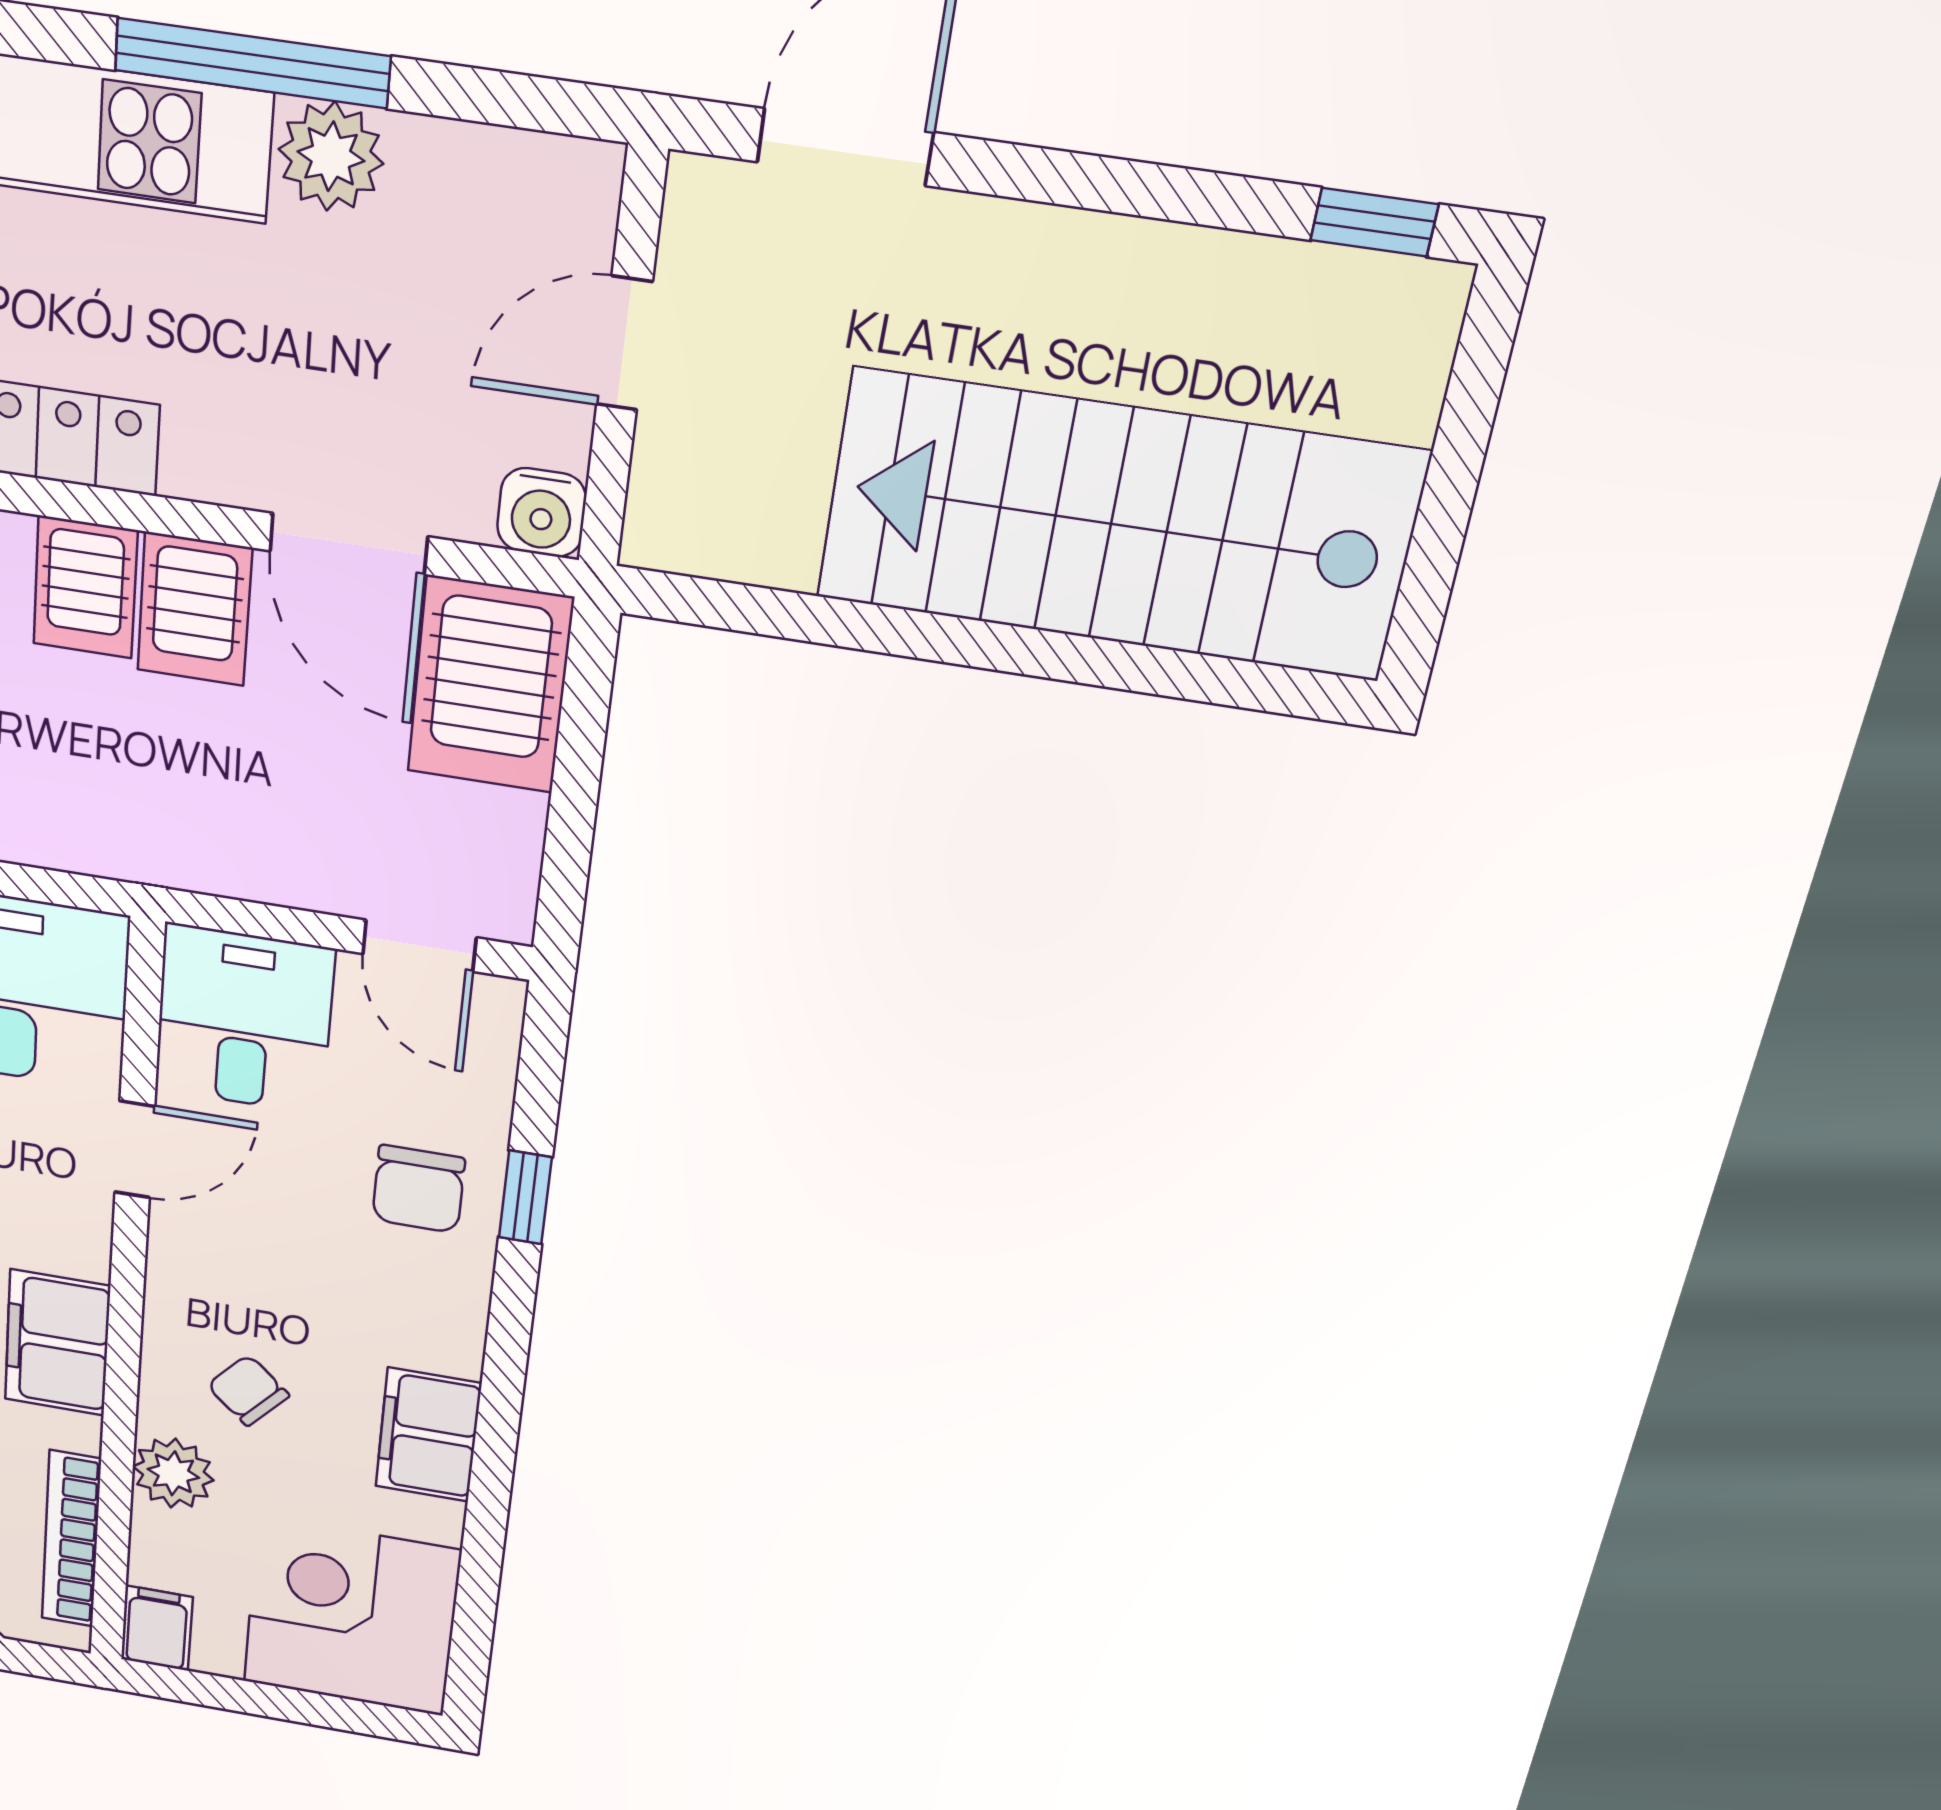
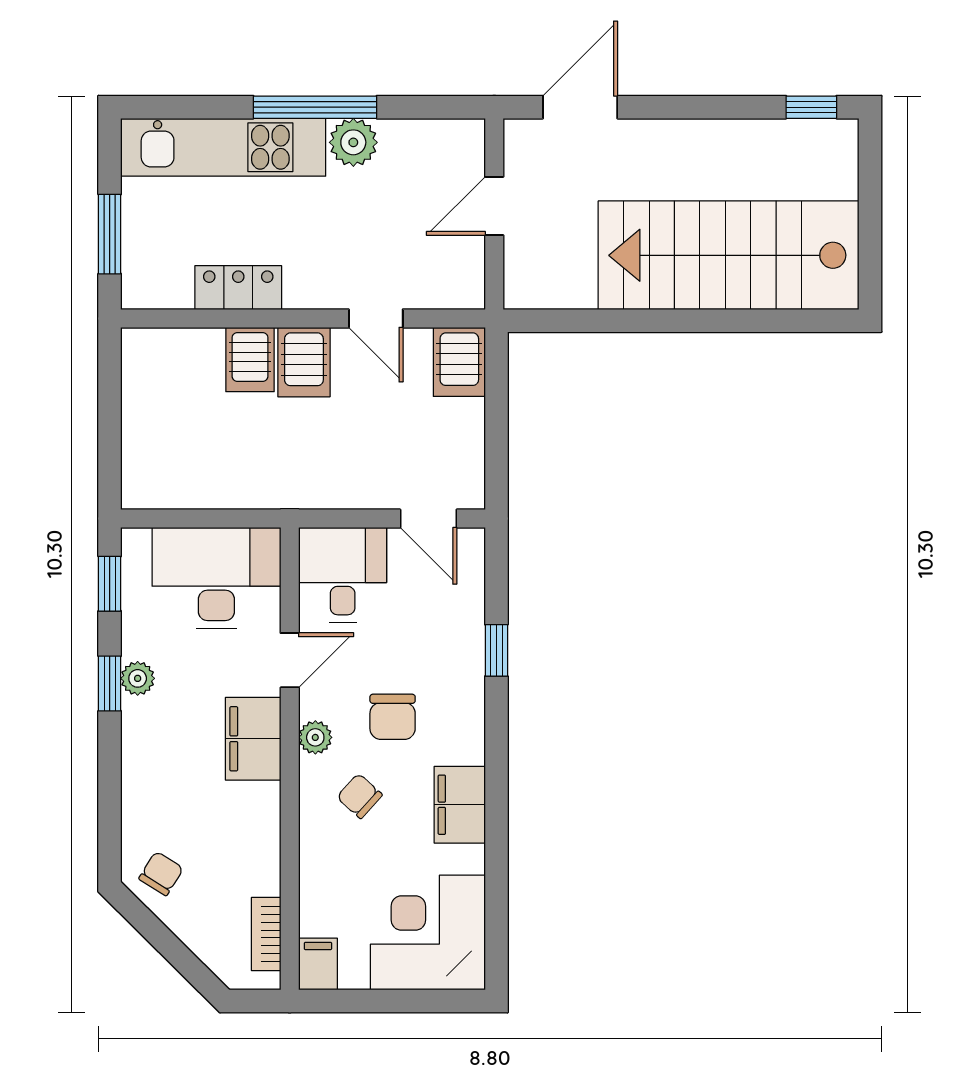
water cooler: (542, 512) -> (465, 290), removed
door: (349, 544) -> (376, 318), width x0.73
server rack: (490, 685) -> (459, 362), width x0.73, depth x0.70
chair: (419, 1189) -> (393, 717), moved
filing cabinet: (57, 1343) -> (253, 739), moved
plant: (173, 1473) -> (315, 737), moved, width x0.73, depth x0.73
bookcase: (71, 1539) -> (266, 934), width x0.64

